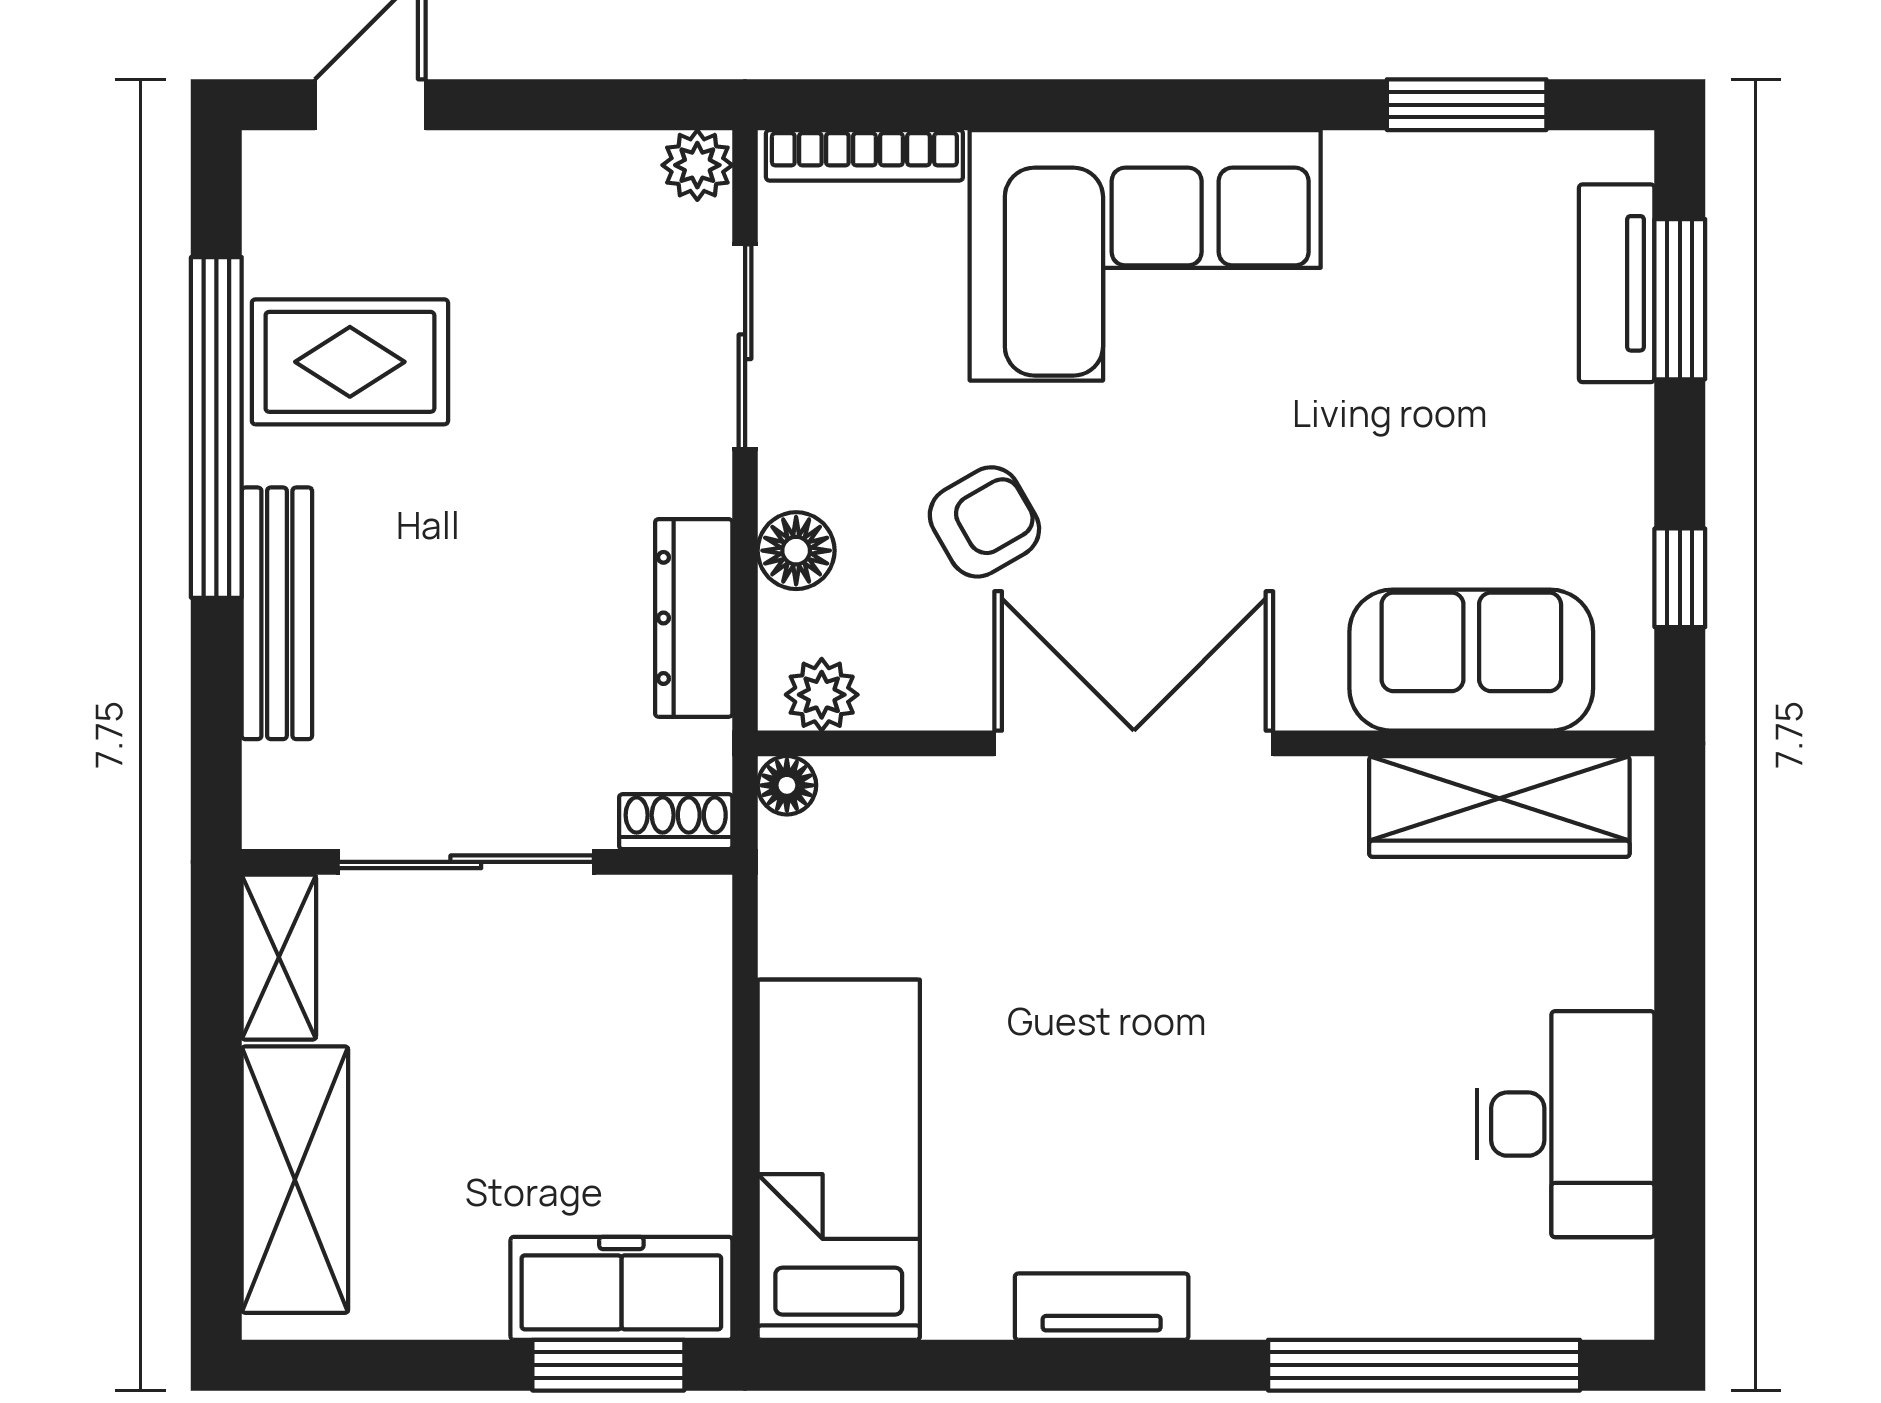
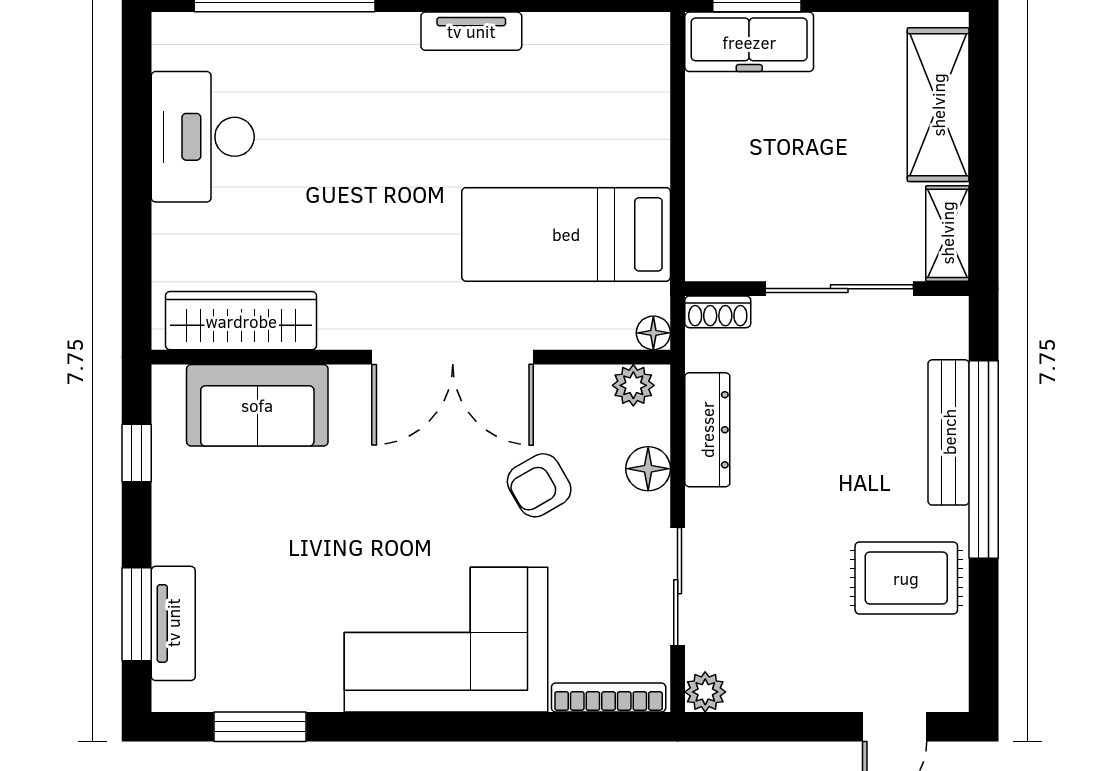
window: (216, 427) -> (984, 460), moved
bed: (839, 1160) -> (566, 234), moved, turned 90

